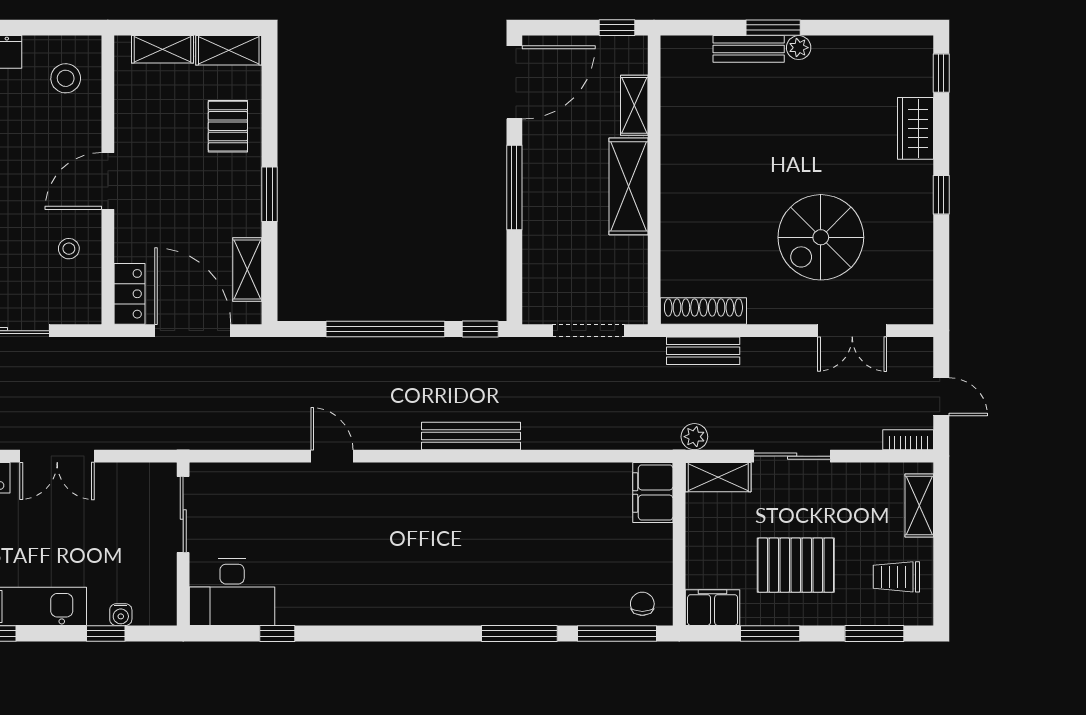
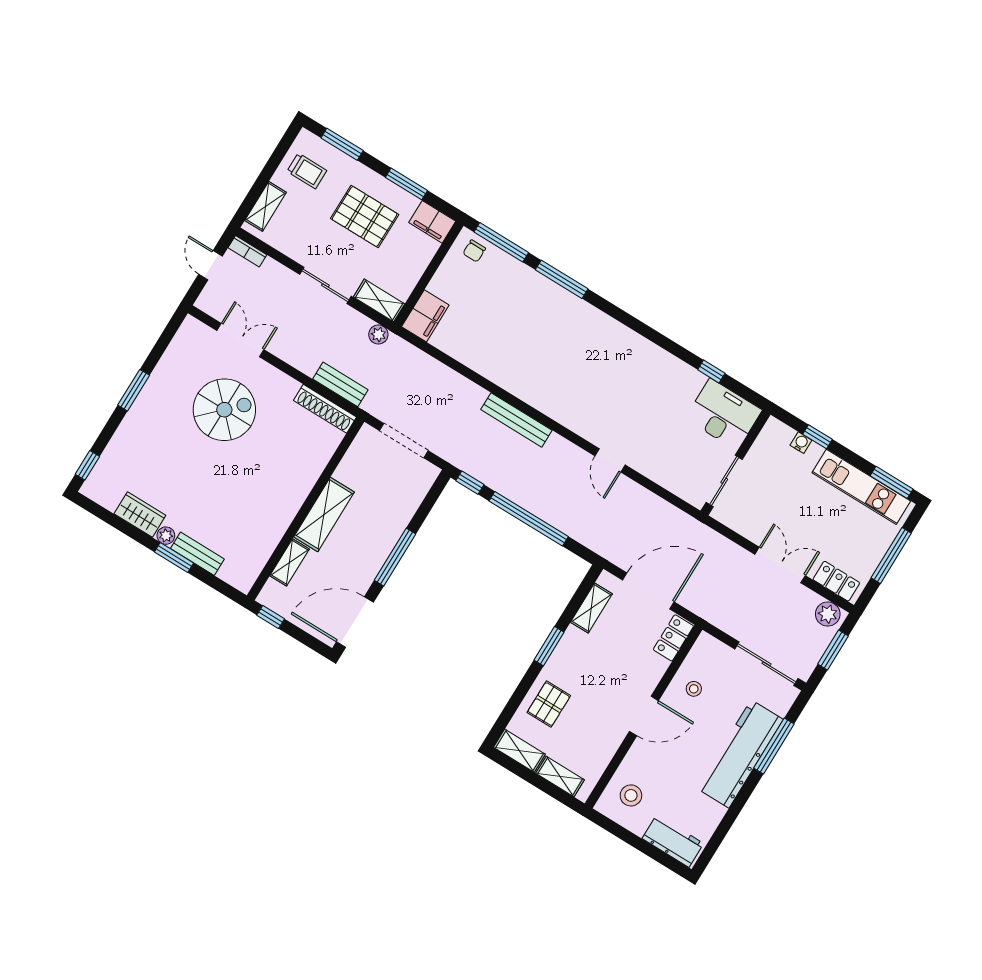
wardrobe: (915, 128) -> (140, 515), moved, turned -90
window: (941, 195) -> (134, 390), width x1.50
door: (193, 331) -> (648, 591), swing flipped

